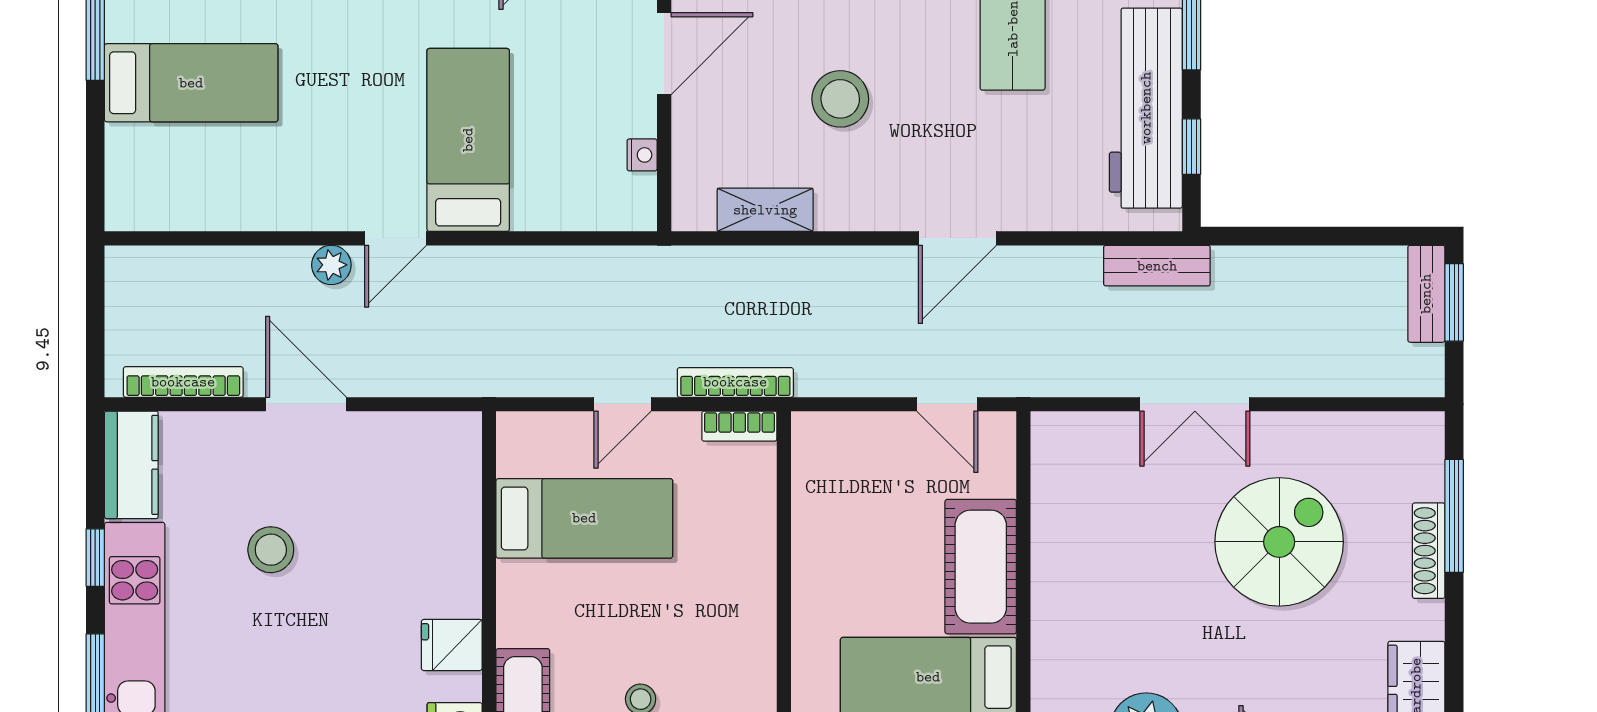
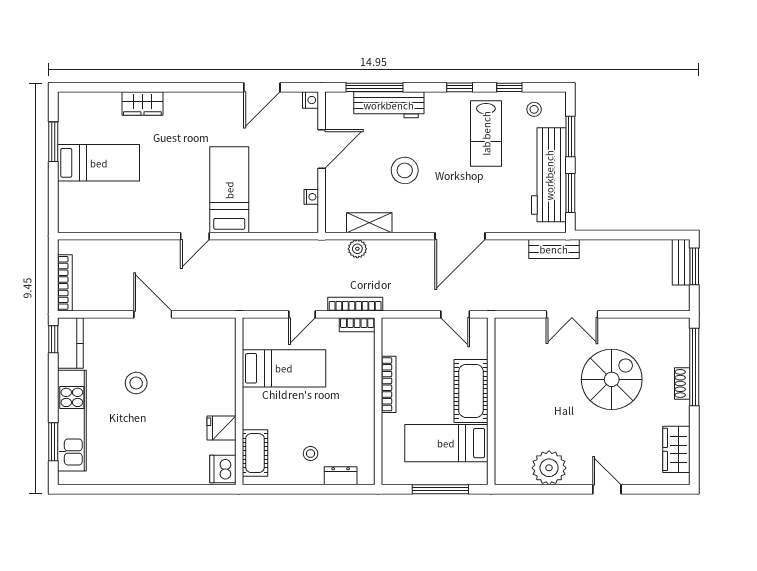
window: (1192, 147) -> (570, 193), width x1.50
door: (957, 238) -> (460, 236), width x1.36
plant: (331, 265) -> (357, 249), moved
bookcase: (183, 382) -> (65, 283), moved, turned 90
window: (1454, 516) -> (694, 367), width x1.46
shoe rack: (1429, 551) -> (682, 383), width x0.70
bookcase: (806, 552) -> (389, 384), added
window: (95, 558) -> (53, 339), moved

